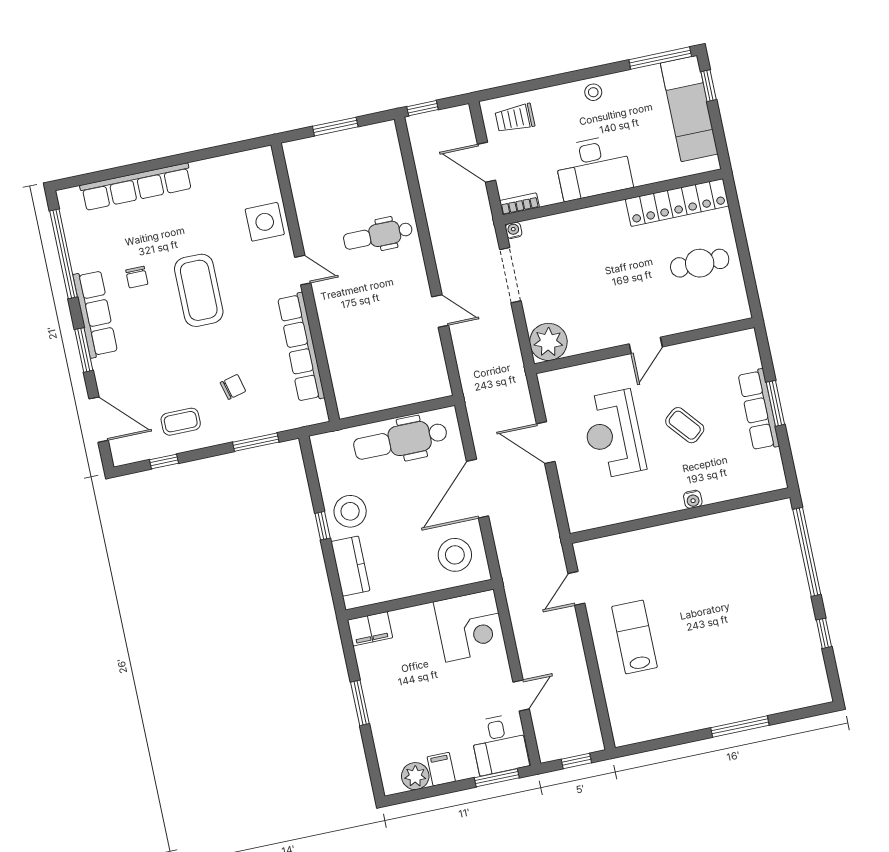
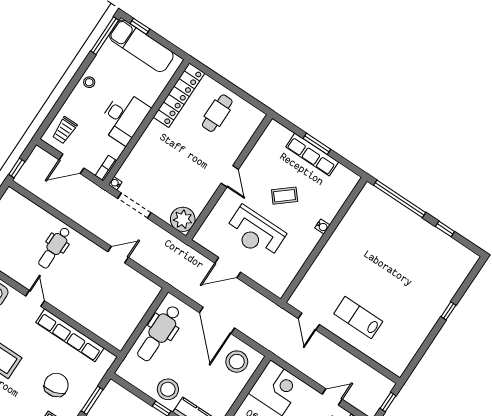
door: (303, 270) -> (35, 298), hinge flipped
chair: (233, 387) -> (56, 385), width x1.87, depth x1.87
door: (521, 695) -> (332, 397), hinge flipped
window: (740, 726) -> (448, 311), width x0.46

